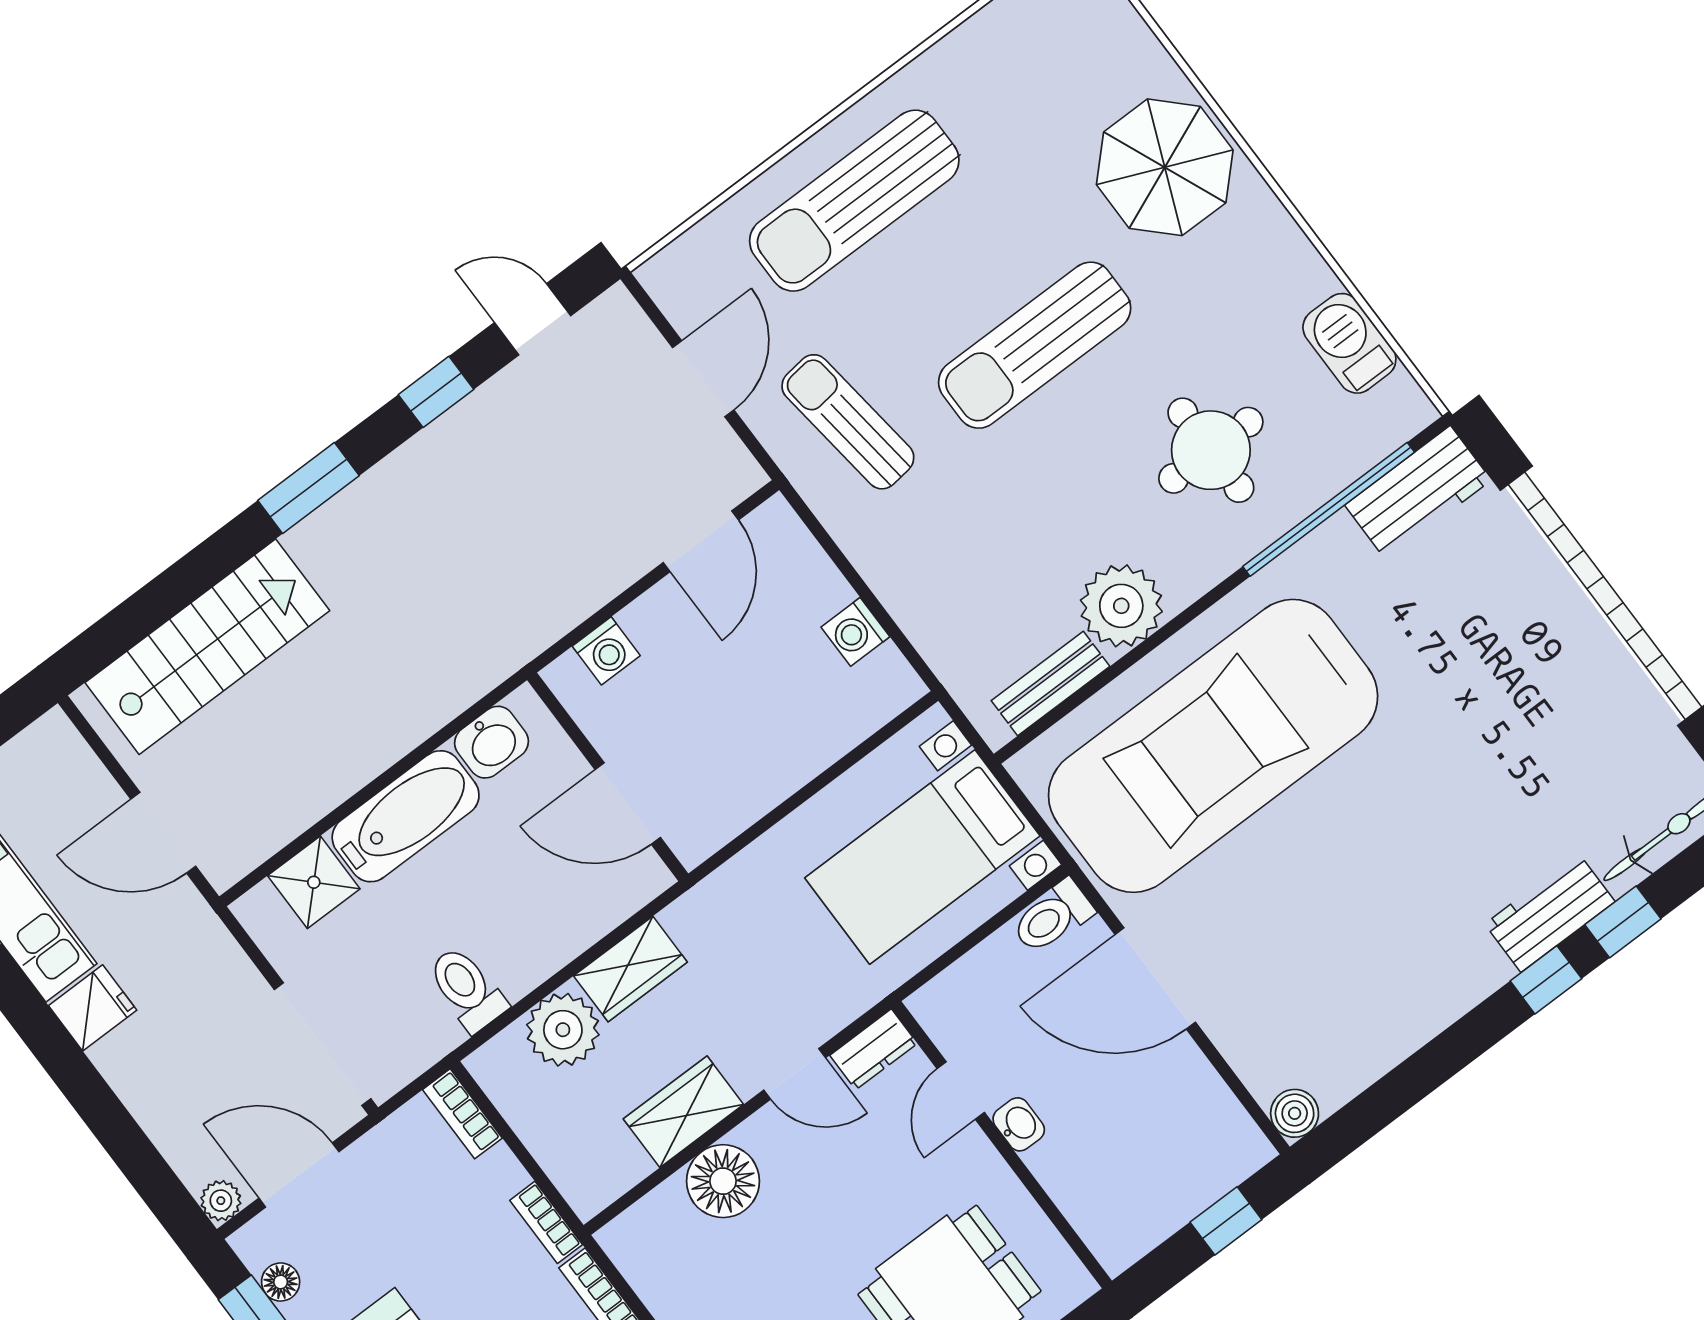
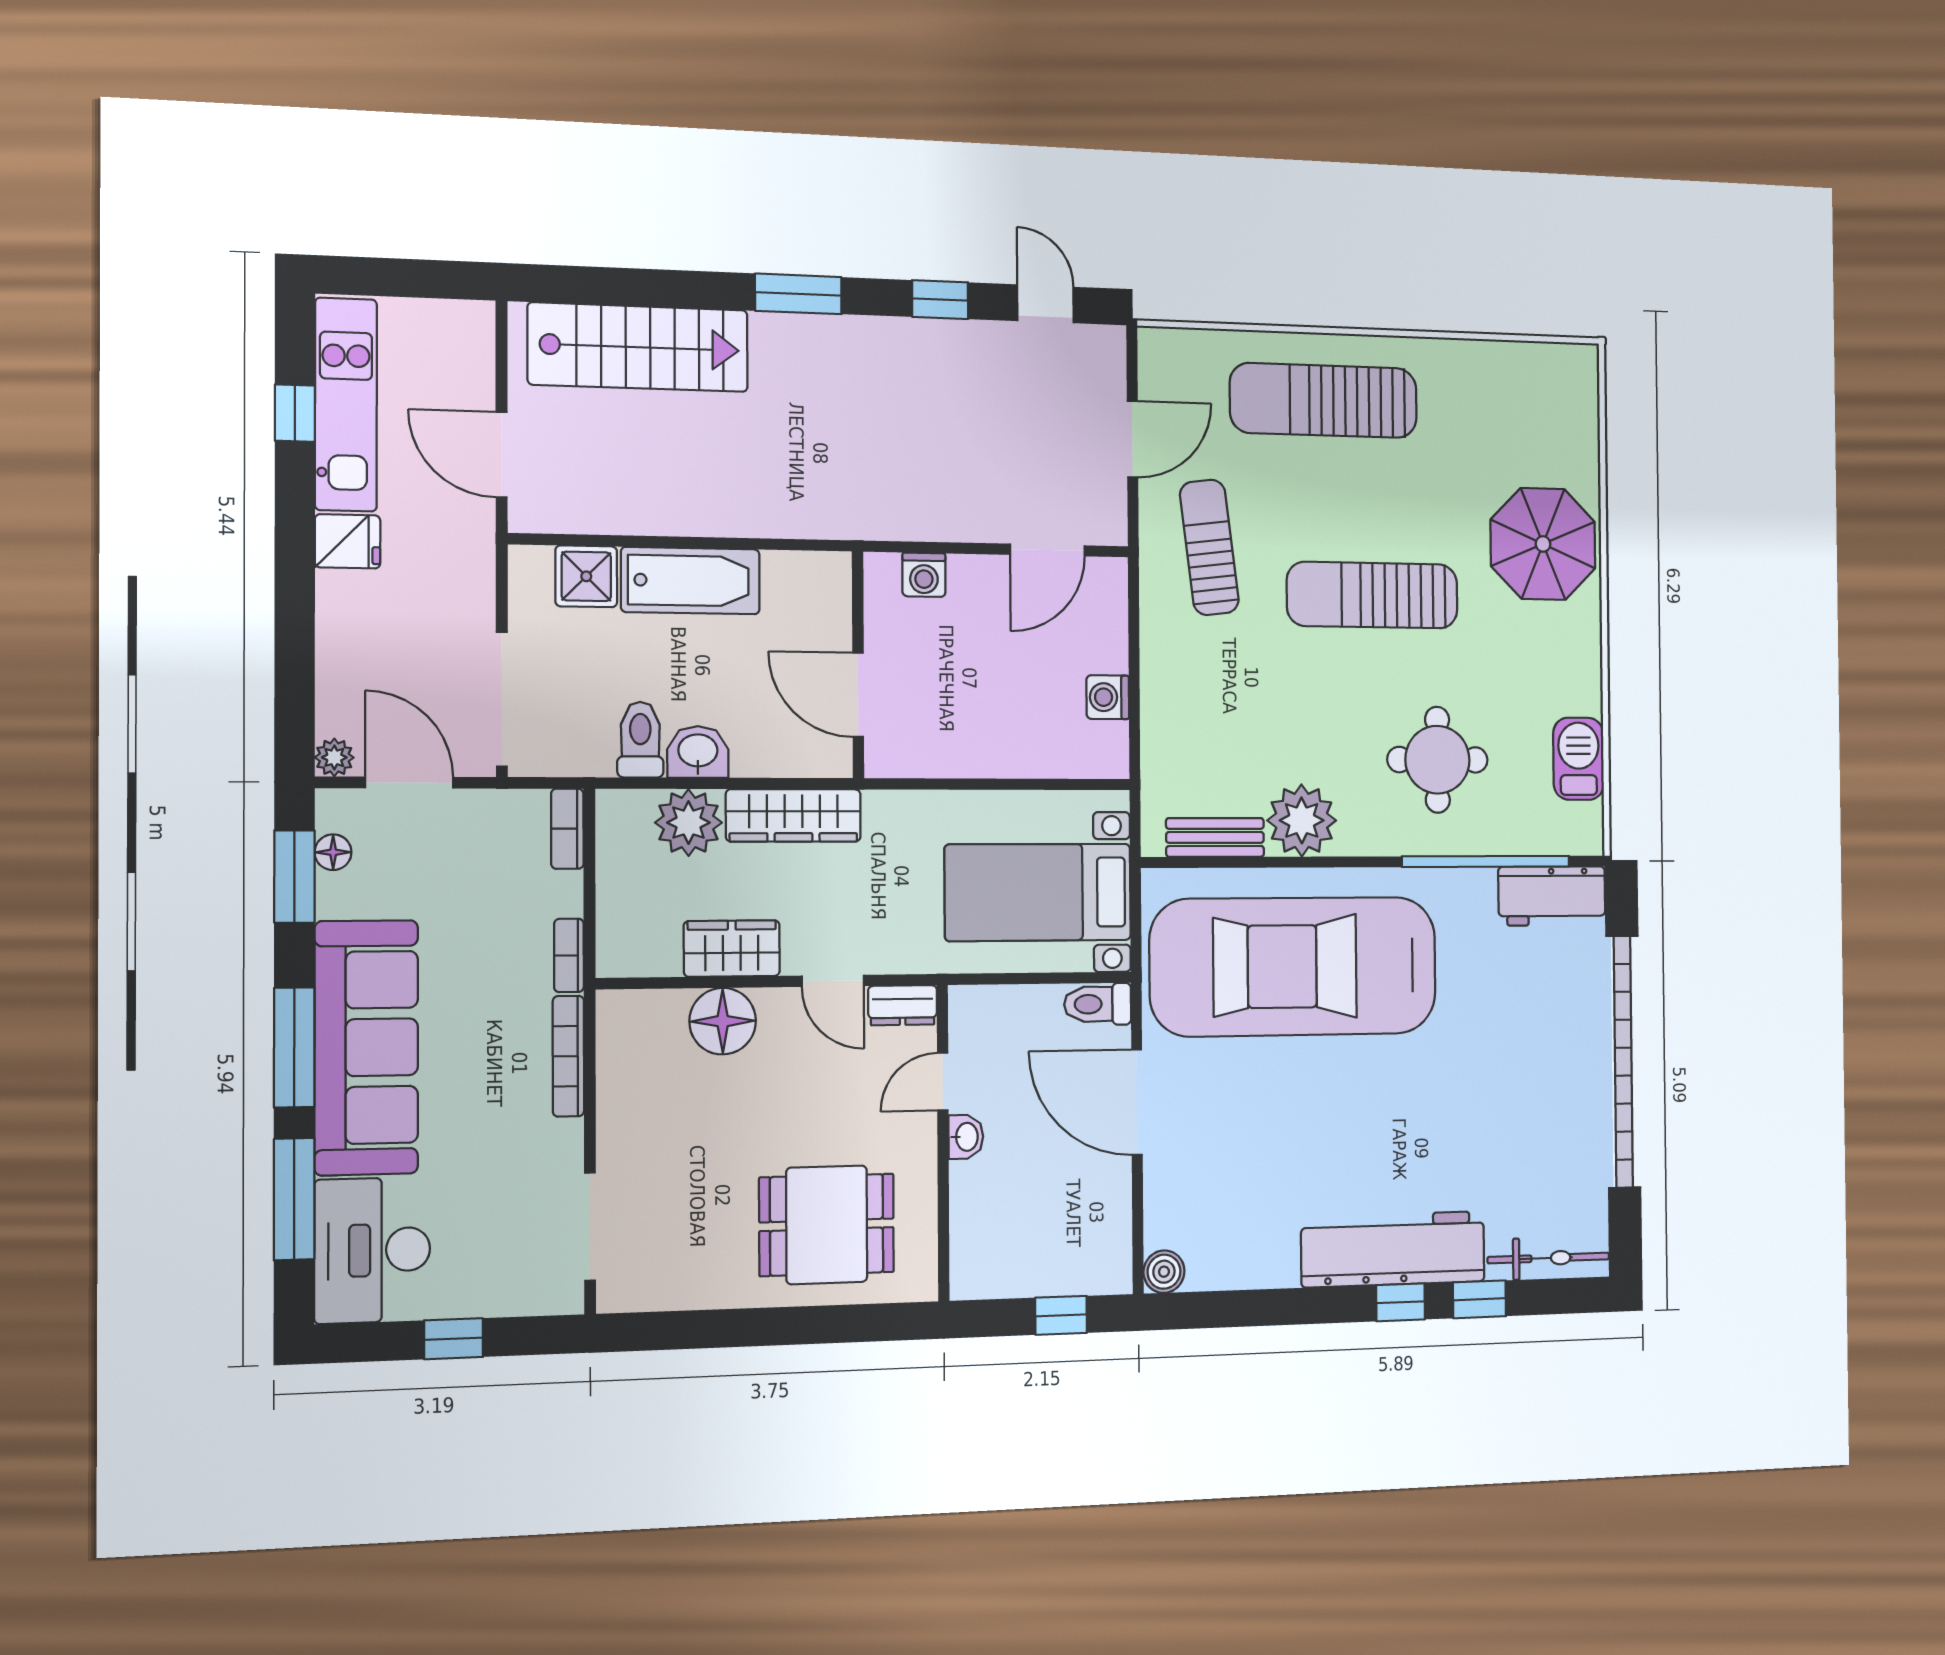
washbasin: (492, 742) -> (698, 752), moved, turned 180
workbench: (1550, 913) -> (1393, 1249), width x1.88, depth x1.32
wardrobe: (630, 969) -> (793, 815), width x1.50

